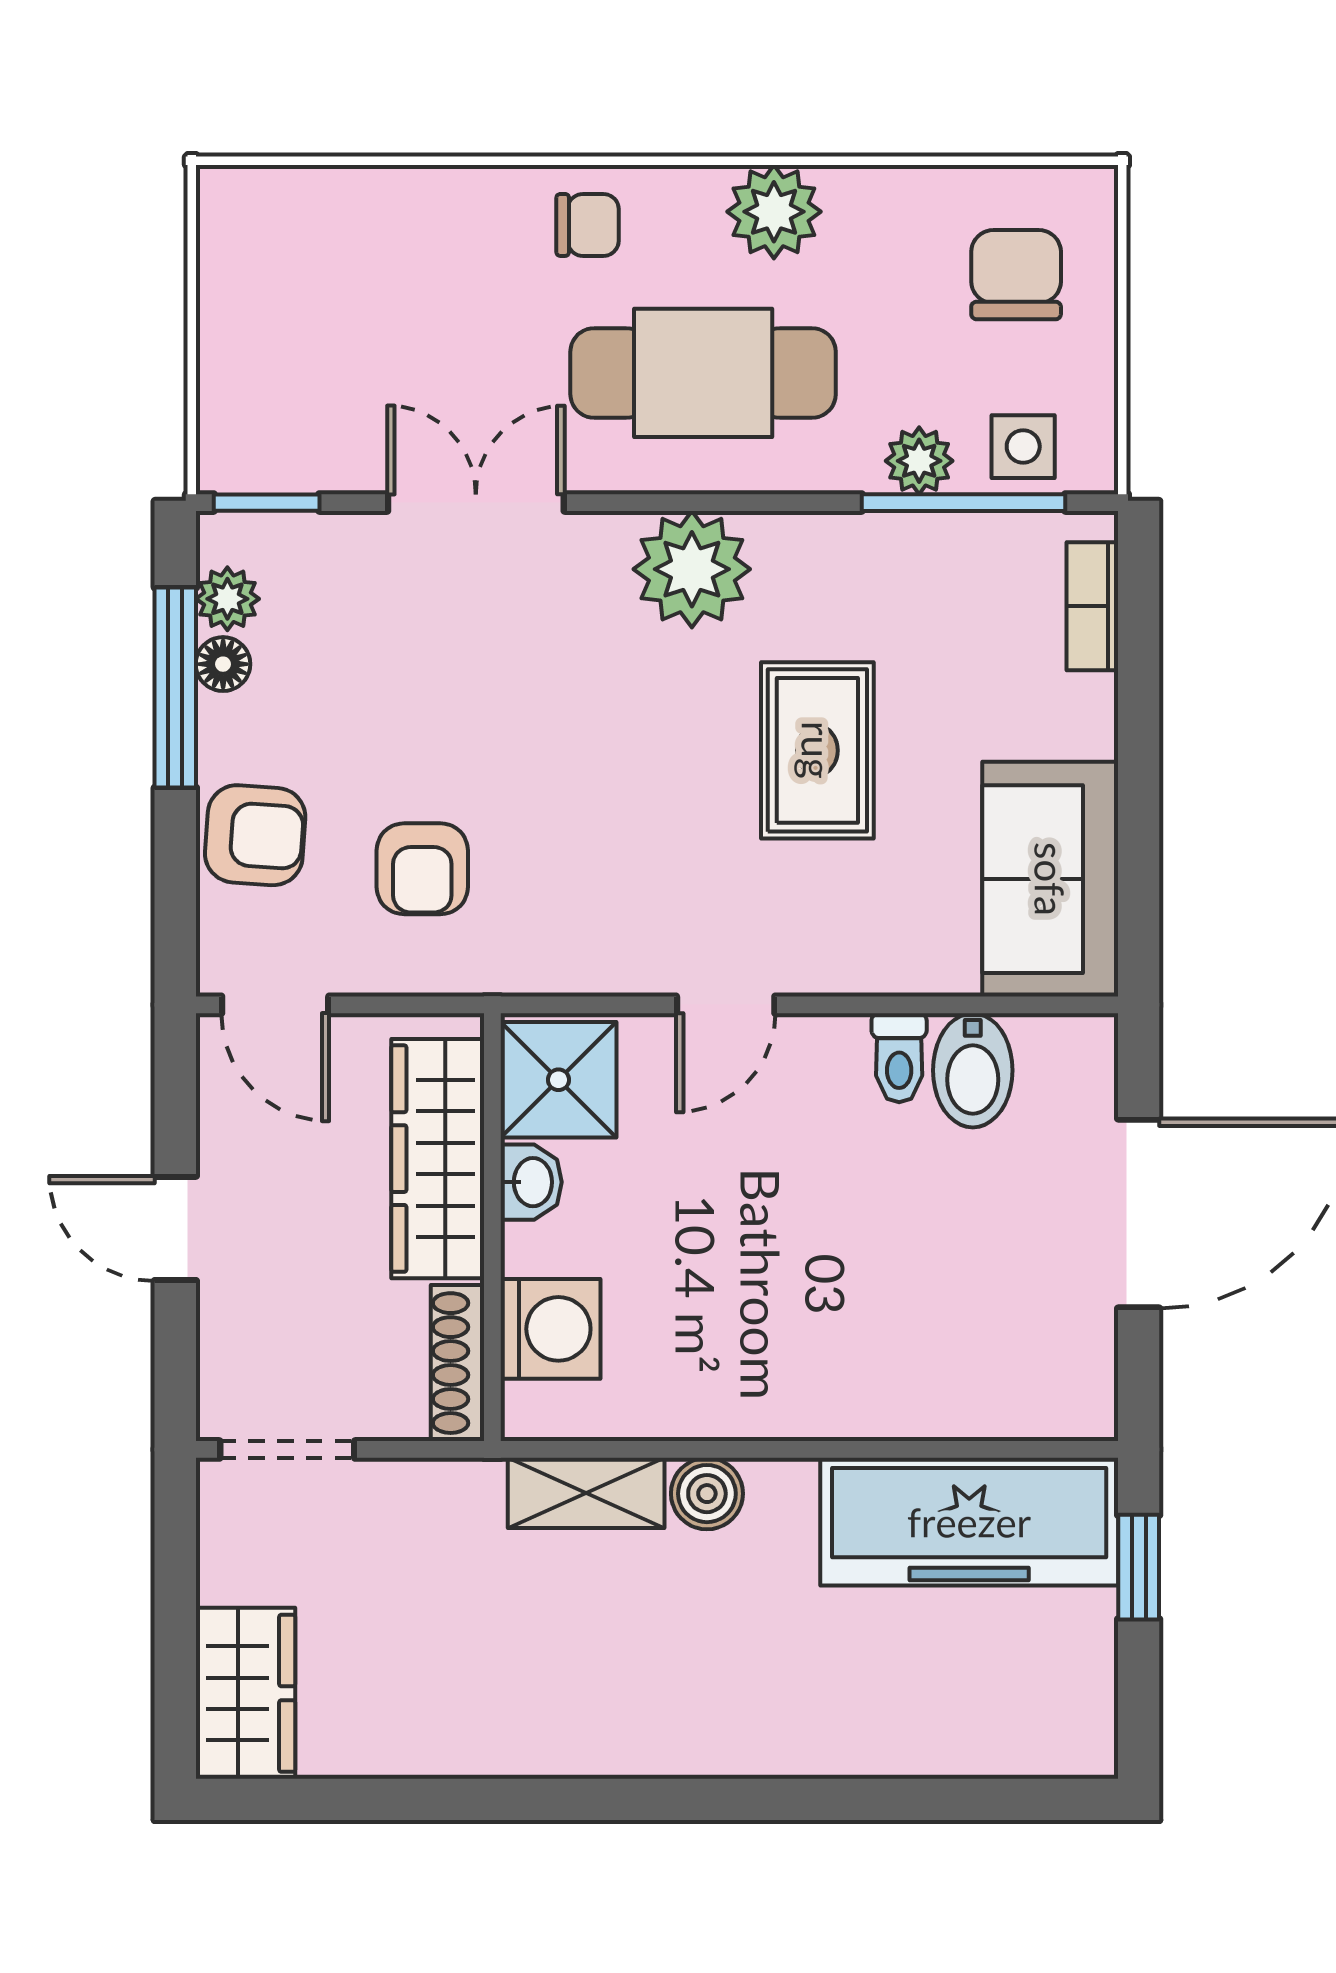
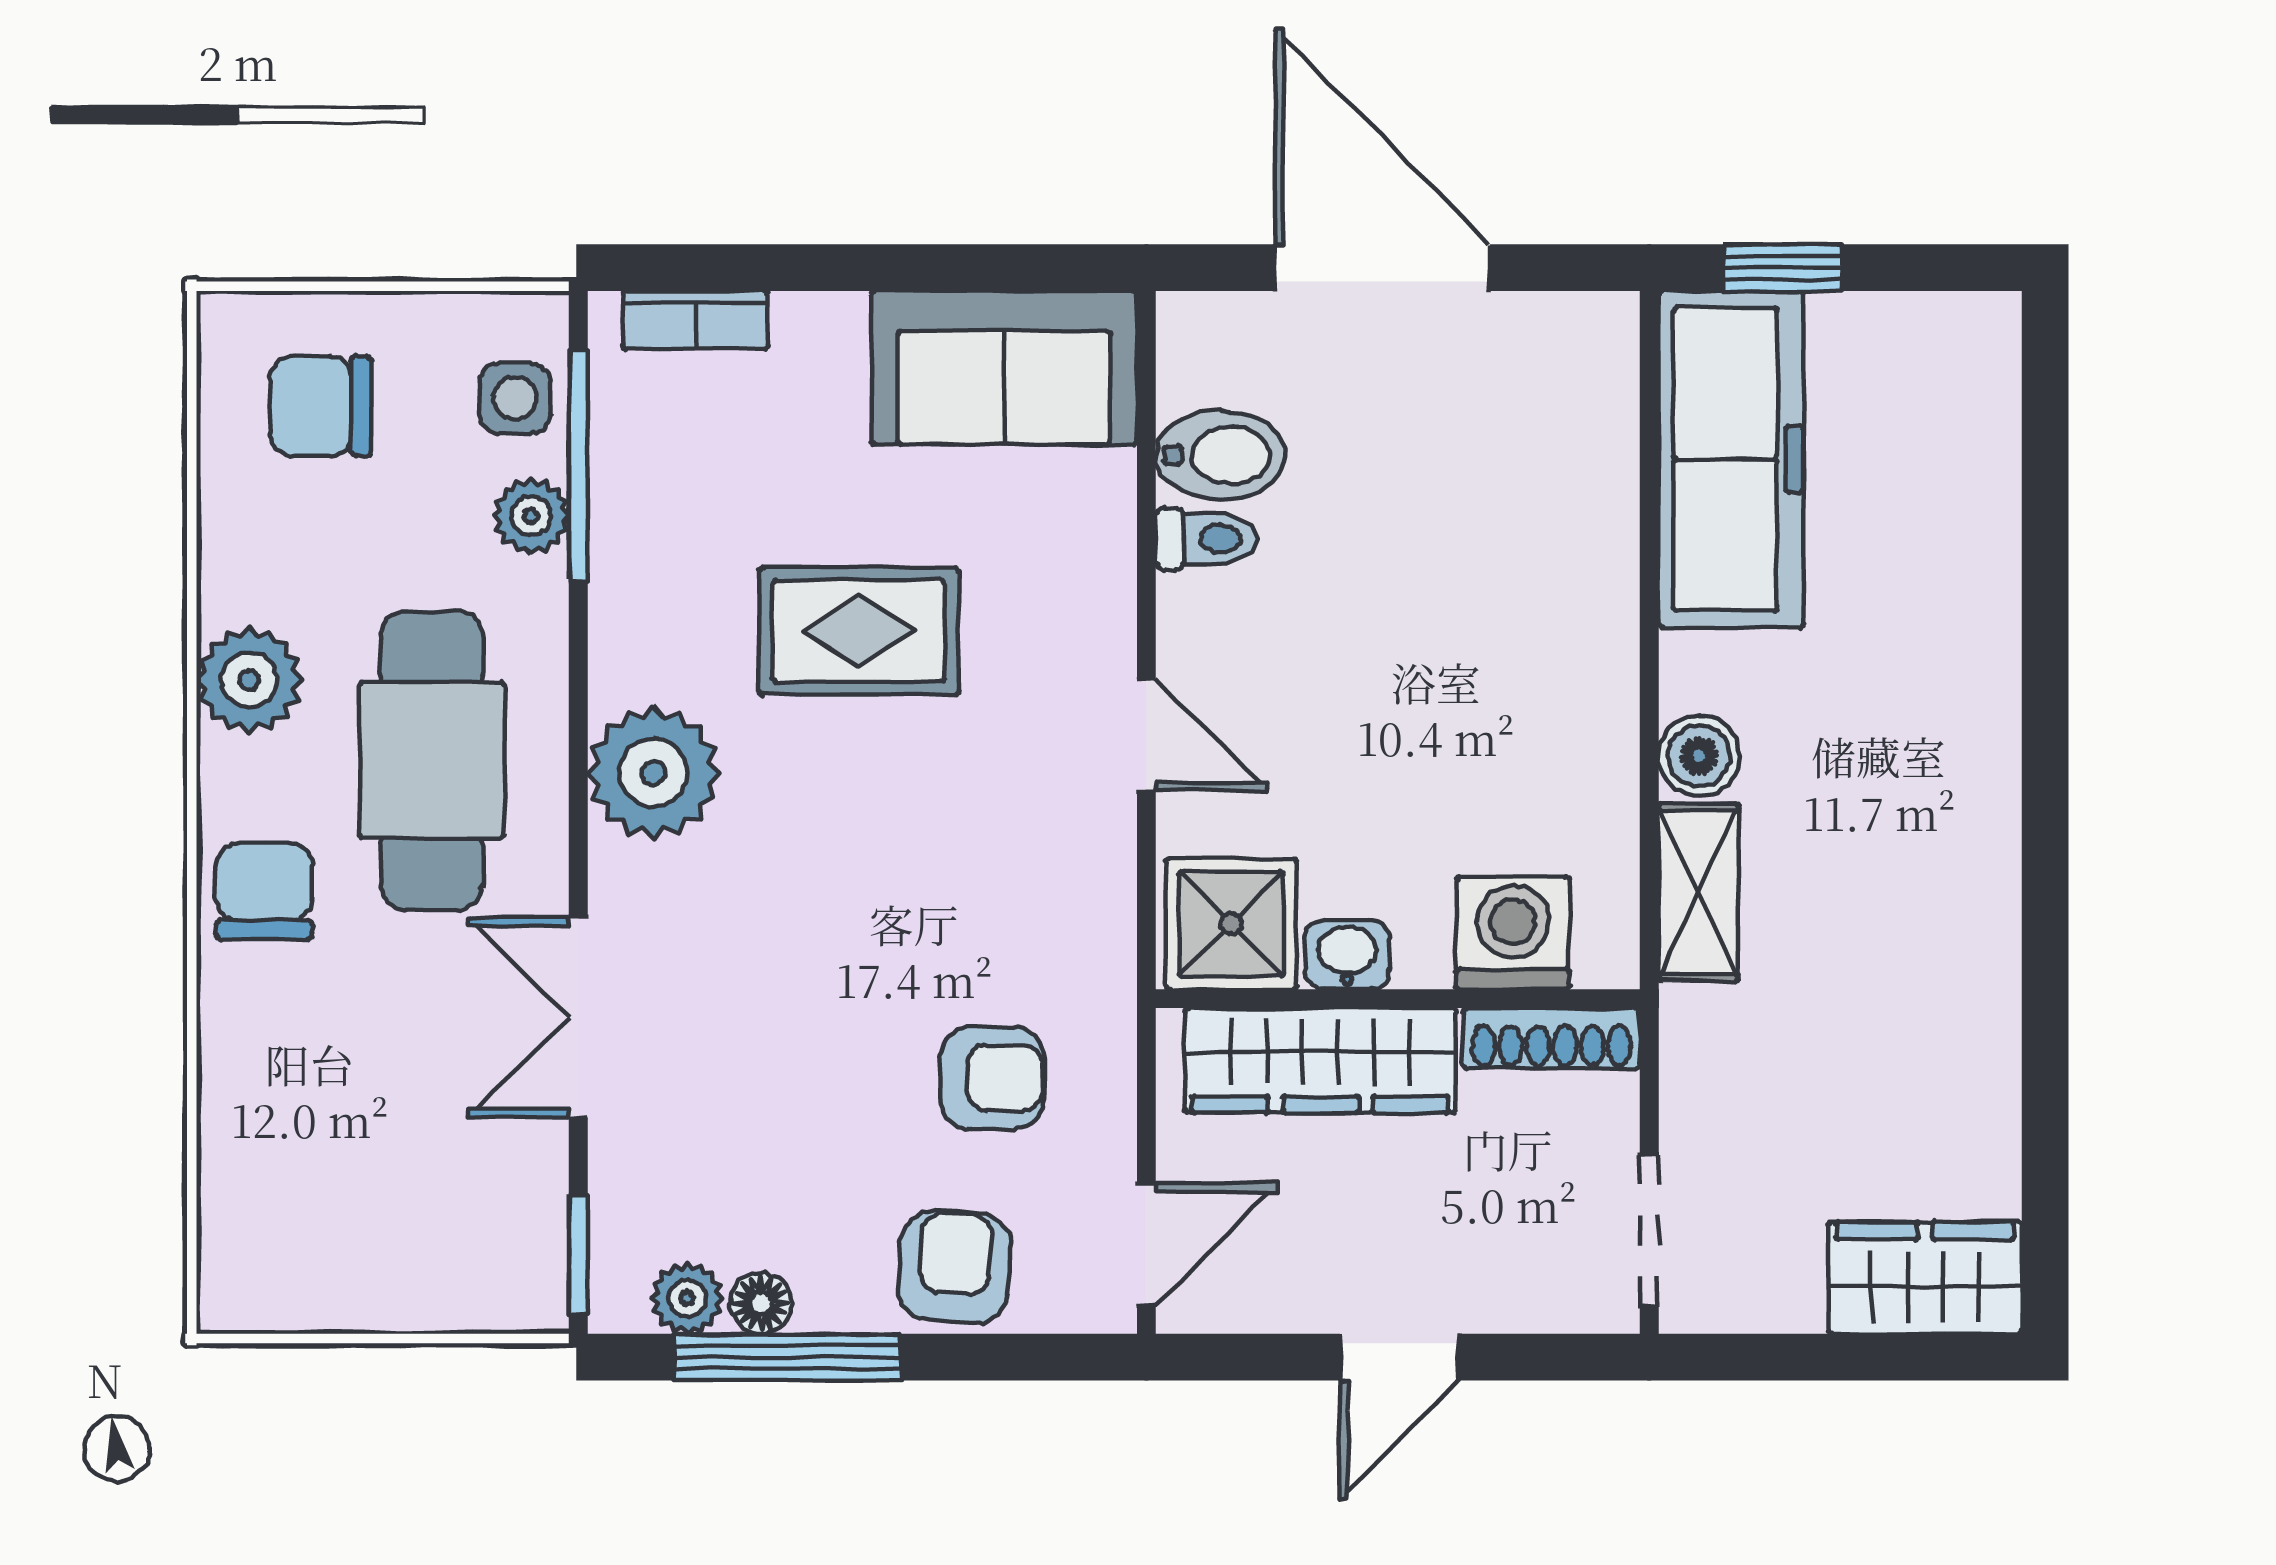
chair: (588, 225) -> (264, 891), width x1.37, depth x1.37

